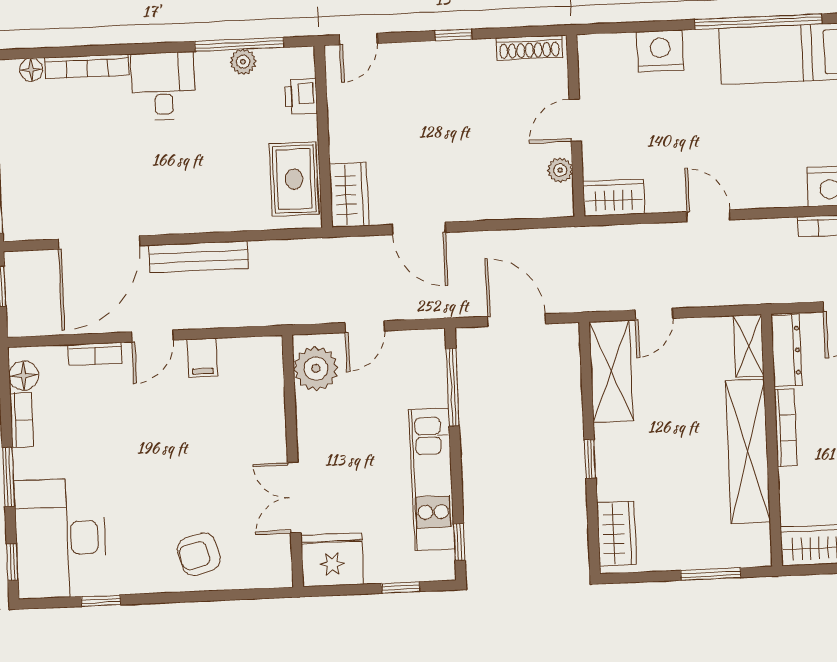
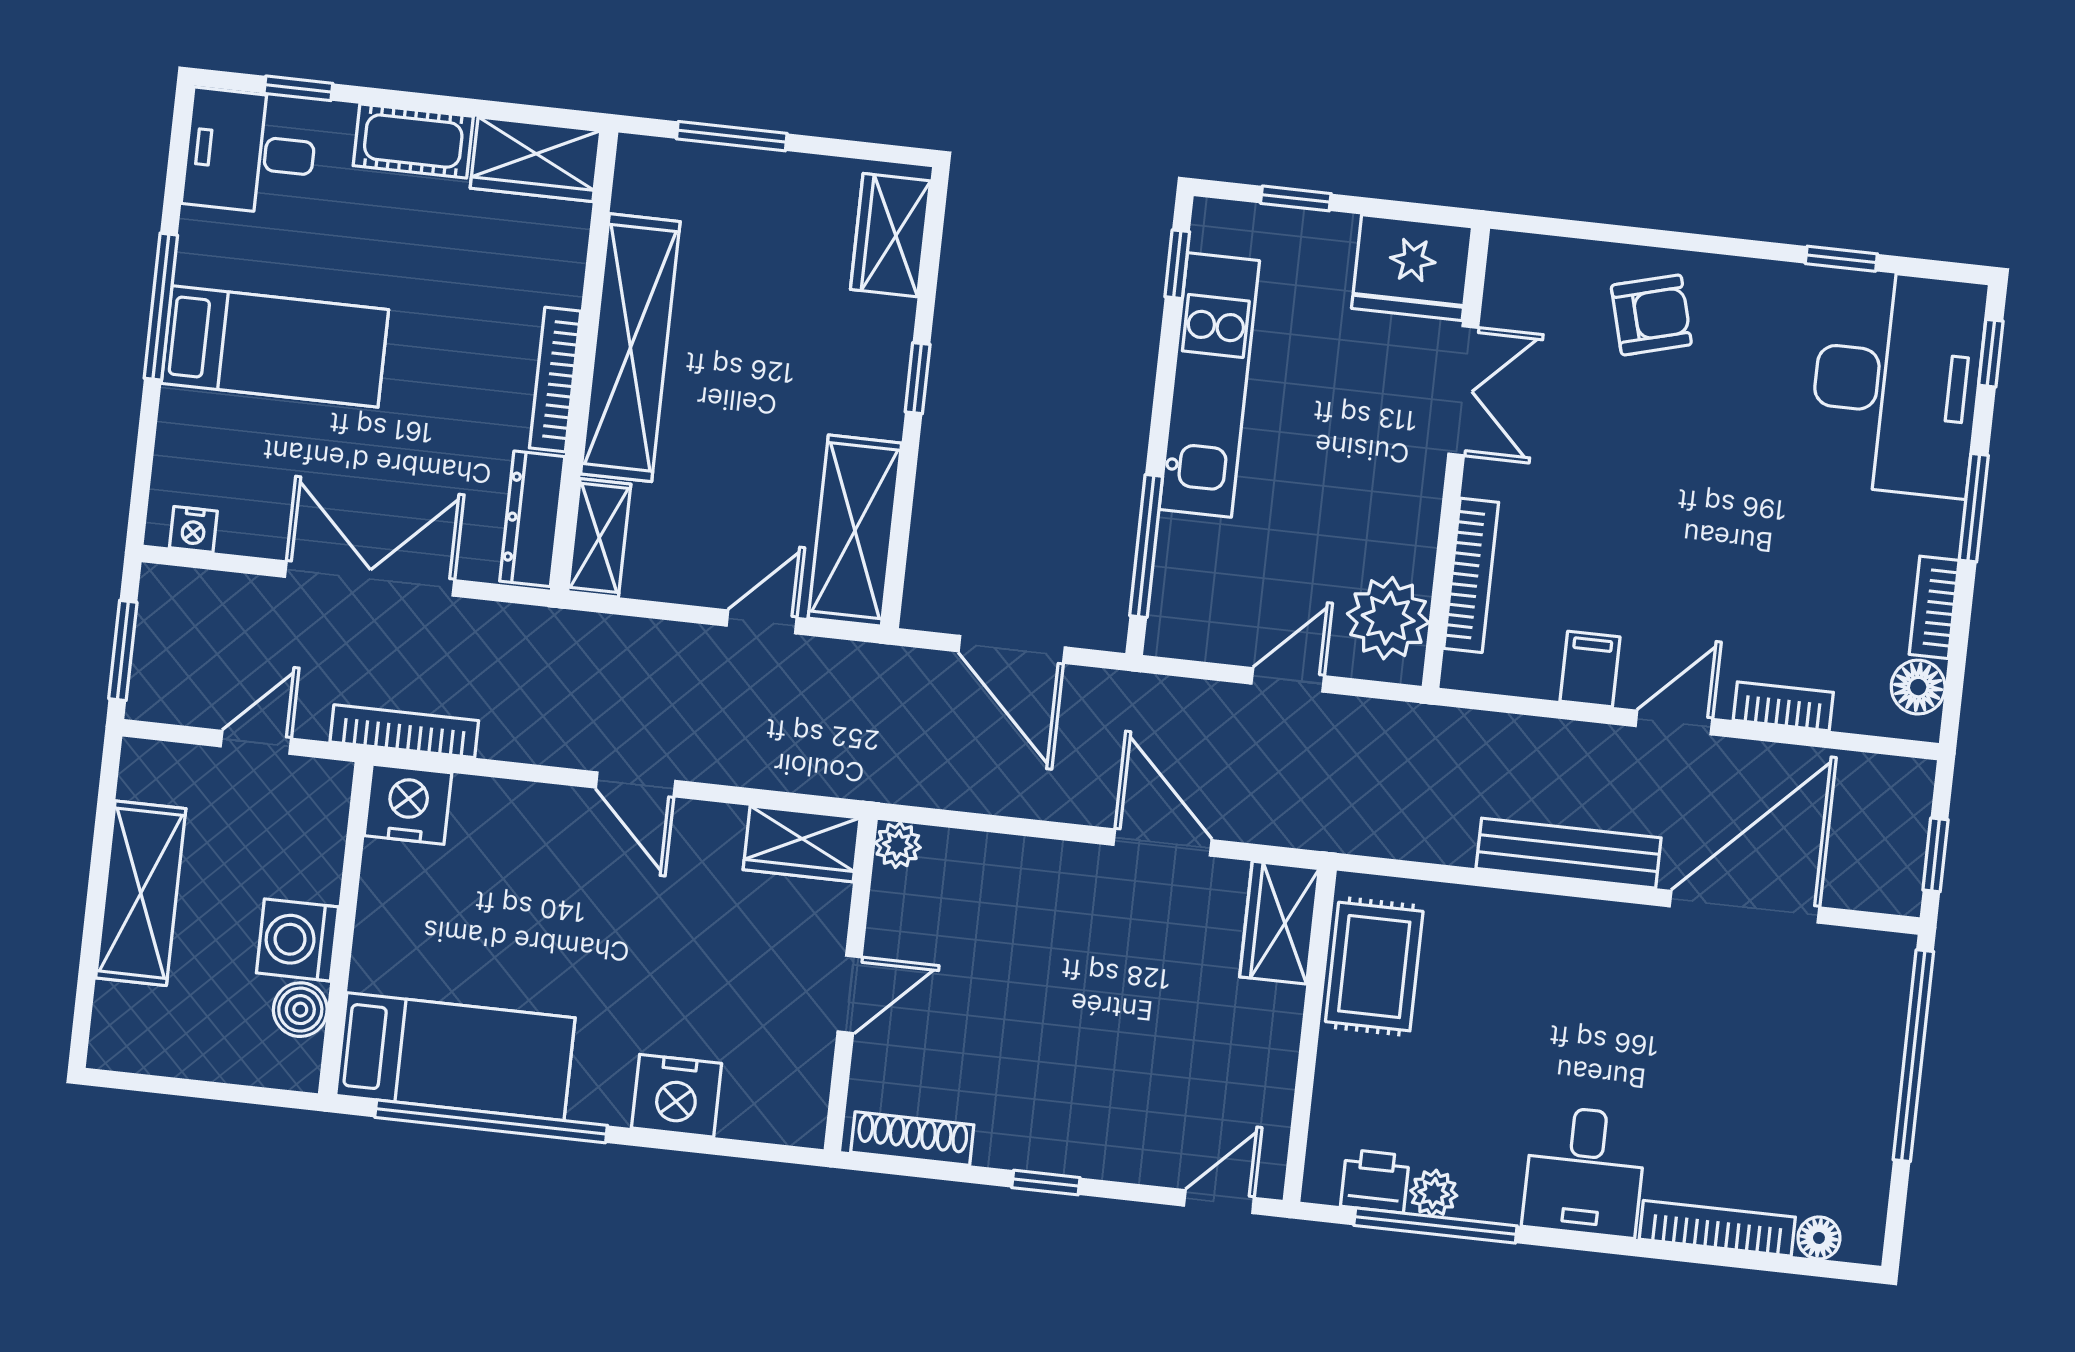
printer: (301, 96) -> (1375, 1181), moved, turned -90
plant: (560, 170) -> (898, 845), moved
bookcase: (274, 399) -> (1471, 575), added

